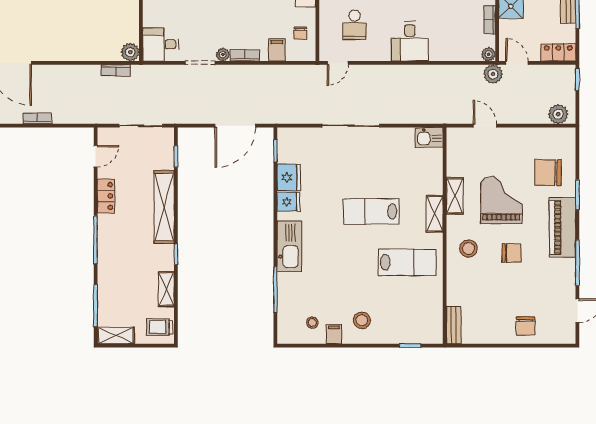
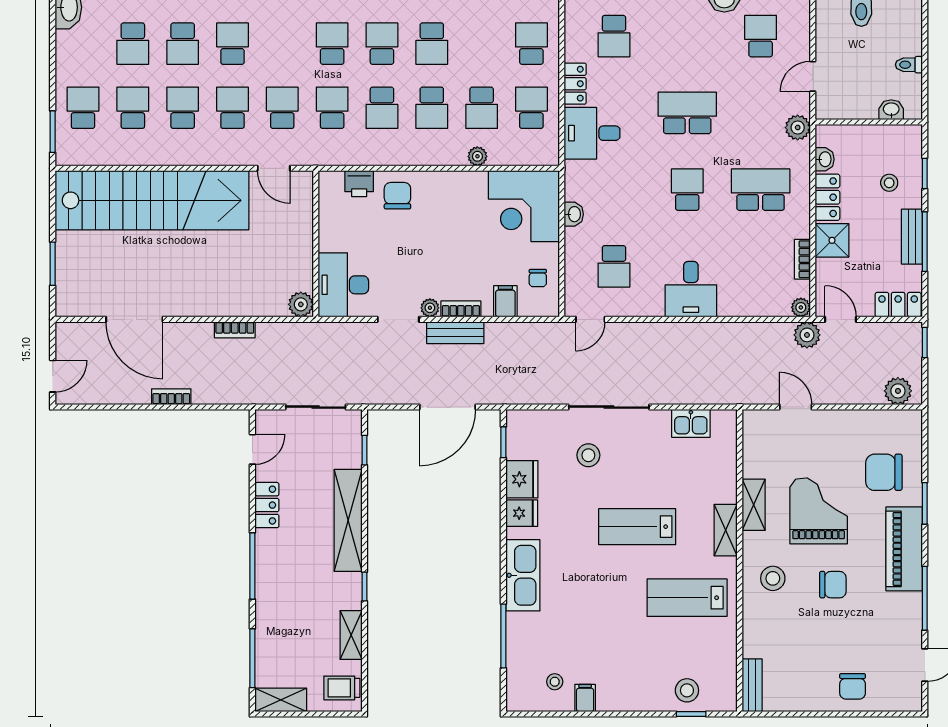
desk: (161, 44) -> (343, 285), width x1.37
bookcase: (116, 70) -> (235, 330), moved
bench: (241, 72) -> (455, 333), added
kitchen sink: (429, 137) -> (691, 423), moved
stool: (336, 160) -> (588, 455), added
lab bench: (407, 262) -> (687, 598), turned 180
stool: (362, 320) -> (687, 690), moved

